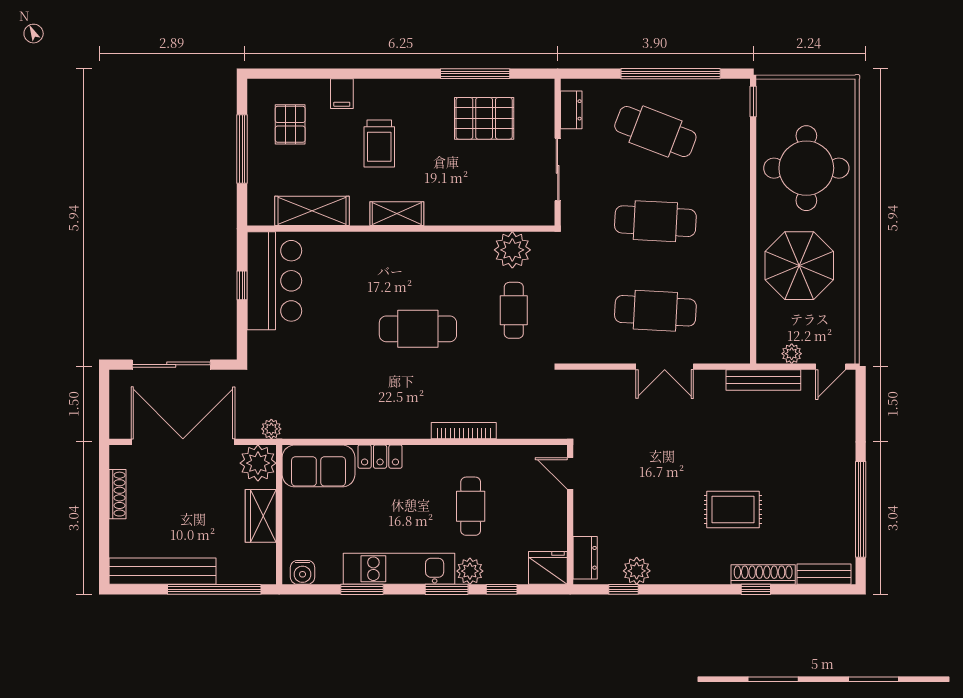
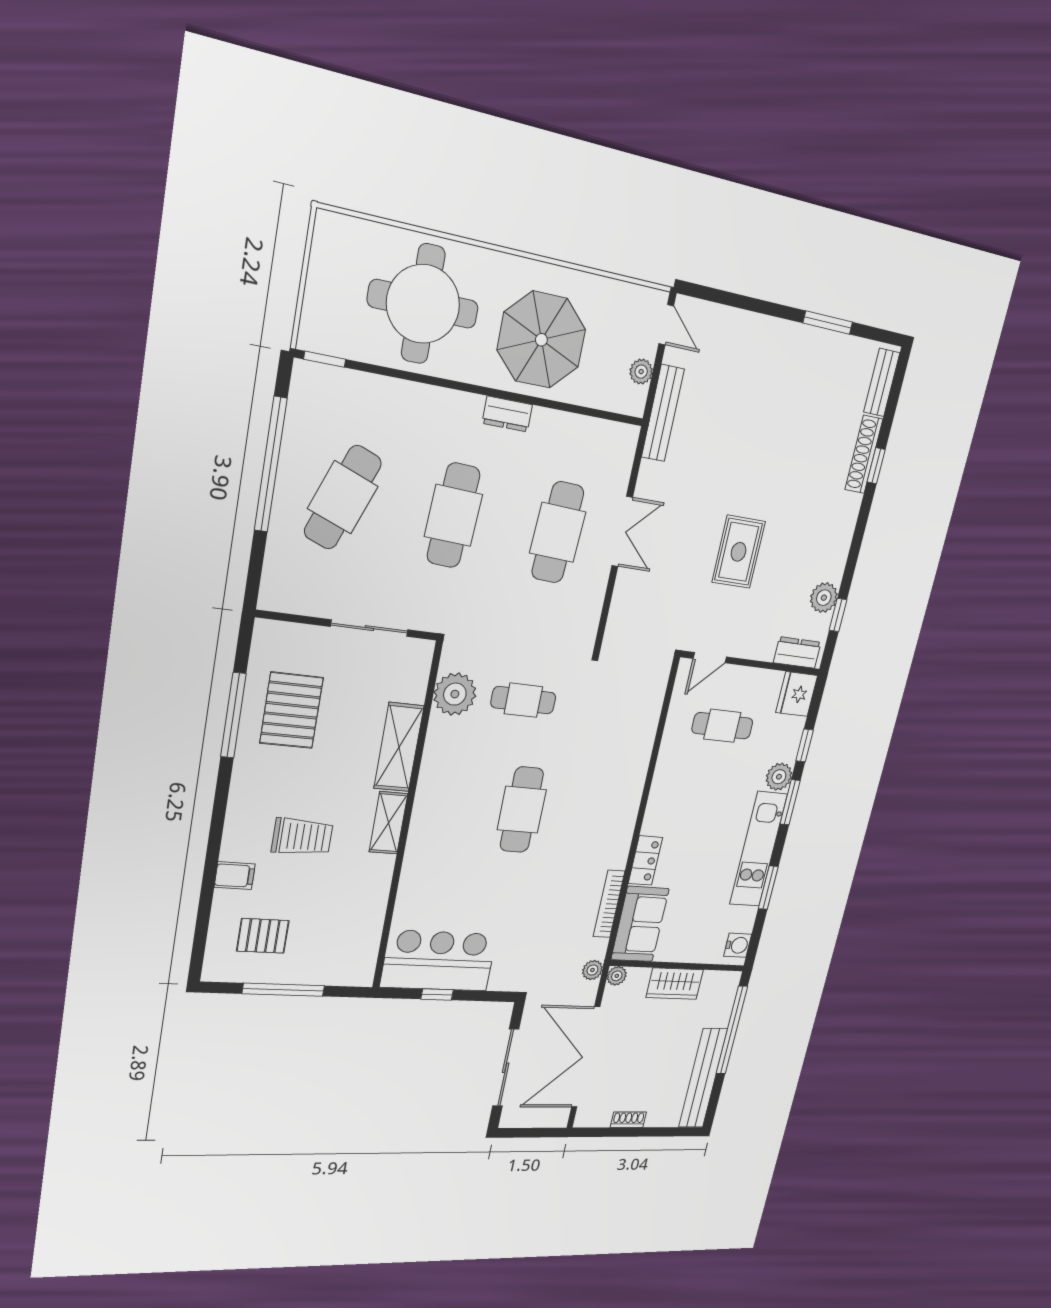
dresser: (571, 110) -> (507, 414), moved, turned 180
shelving: (312, 211) -> (399, 747), moved
bookcase: (464, 431) -> (609, 904), moved
plant: (258, 463) -> (617, 976), width x0.53, depth x0.53
shoe rack: (117, 494) -> (628, 1120), width x0.70
cafe table: (471, 506) -> (722, 726), moved
rug: (733, 509) -> (739, 552), moved
window: (861, 509) -> (828, 323), width x0.47

